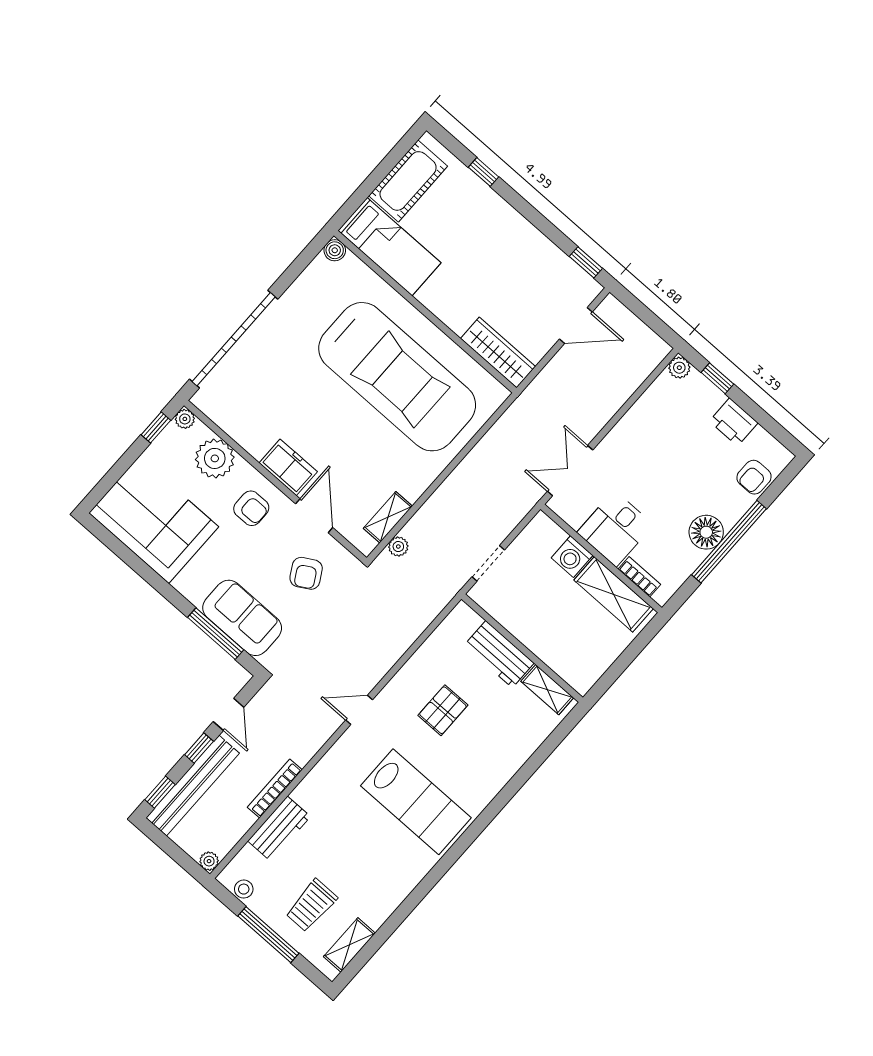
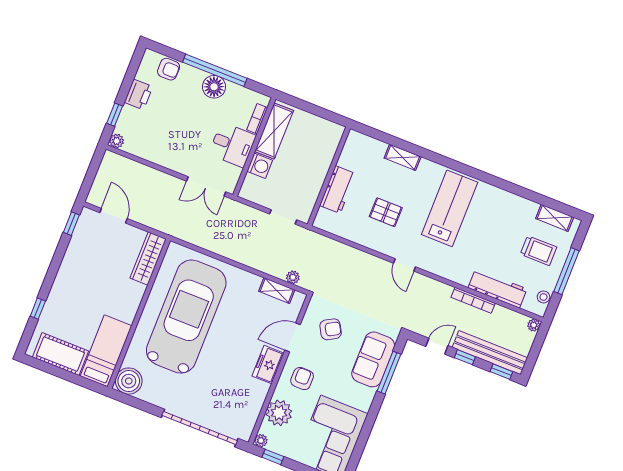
boiler: (335, 250) -> (129, 381), width x1.86, depth x1.86
shelving: (547, 690) -> (403, 157), moved, turned 90
workbench: (279, 829) -> (497, 288), width x1.38

